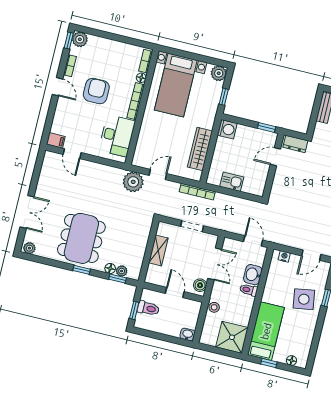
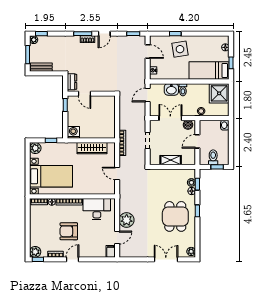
plant: (133, 182) -> (127, 220), moved
kitchen sink: (232, 182) -> (110, 120), removed
dining table: (81, 238) -> (175, 216), width x0.73

